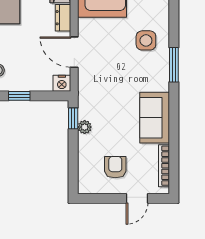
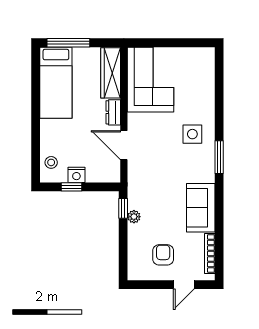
nightstand: (62, 83) -> (76, 175), moved

